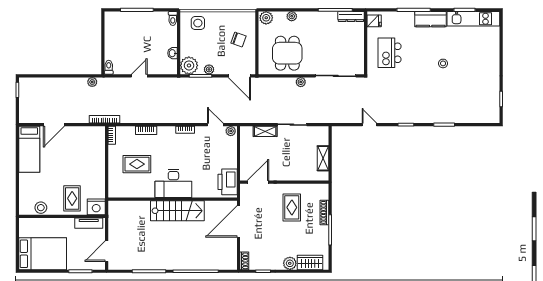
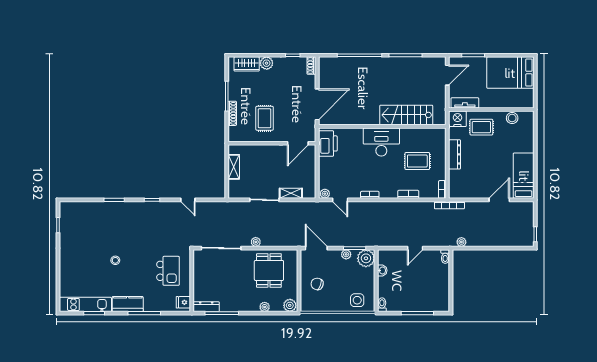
dresser: (99, 171) -> (455, 154), added
rug: (72, 198) -> (481, 127), turned 90
stairs: (177, 211) -> (406, 115), moved

